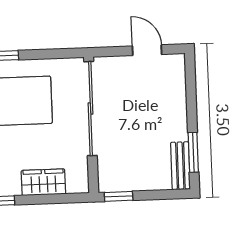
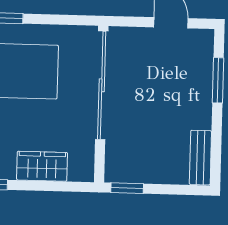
window: (193, 152) -> (218, 80), moved

